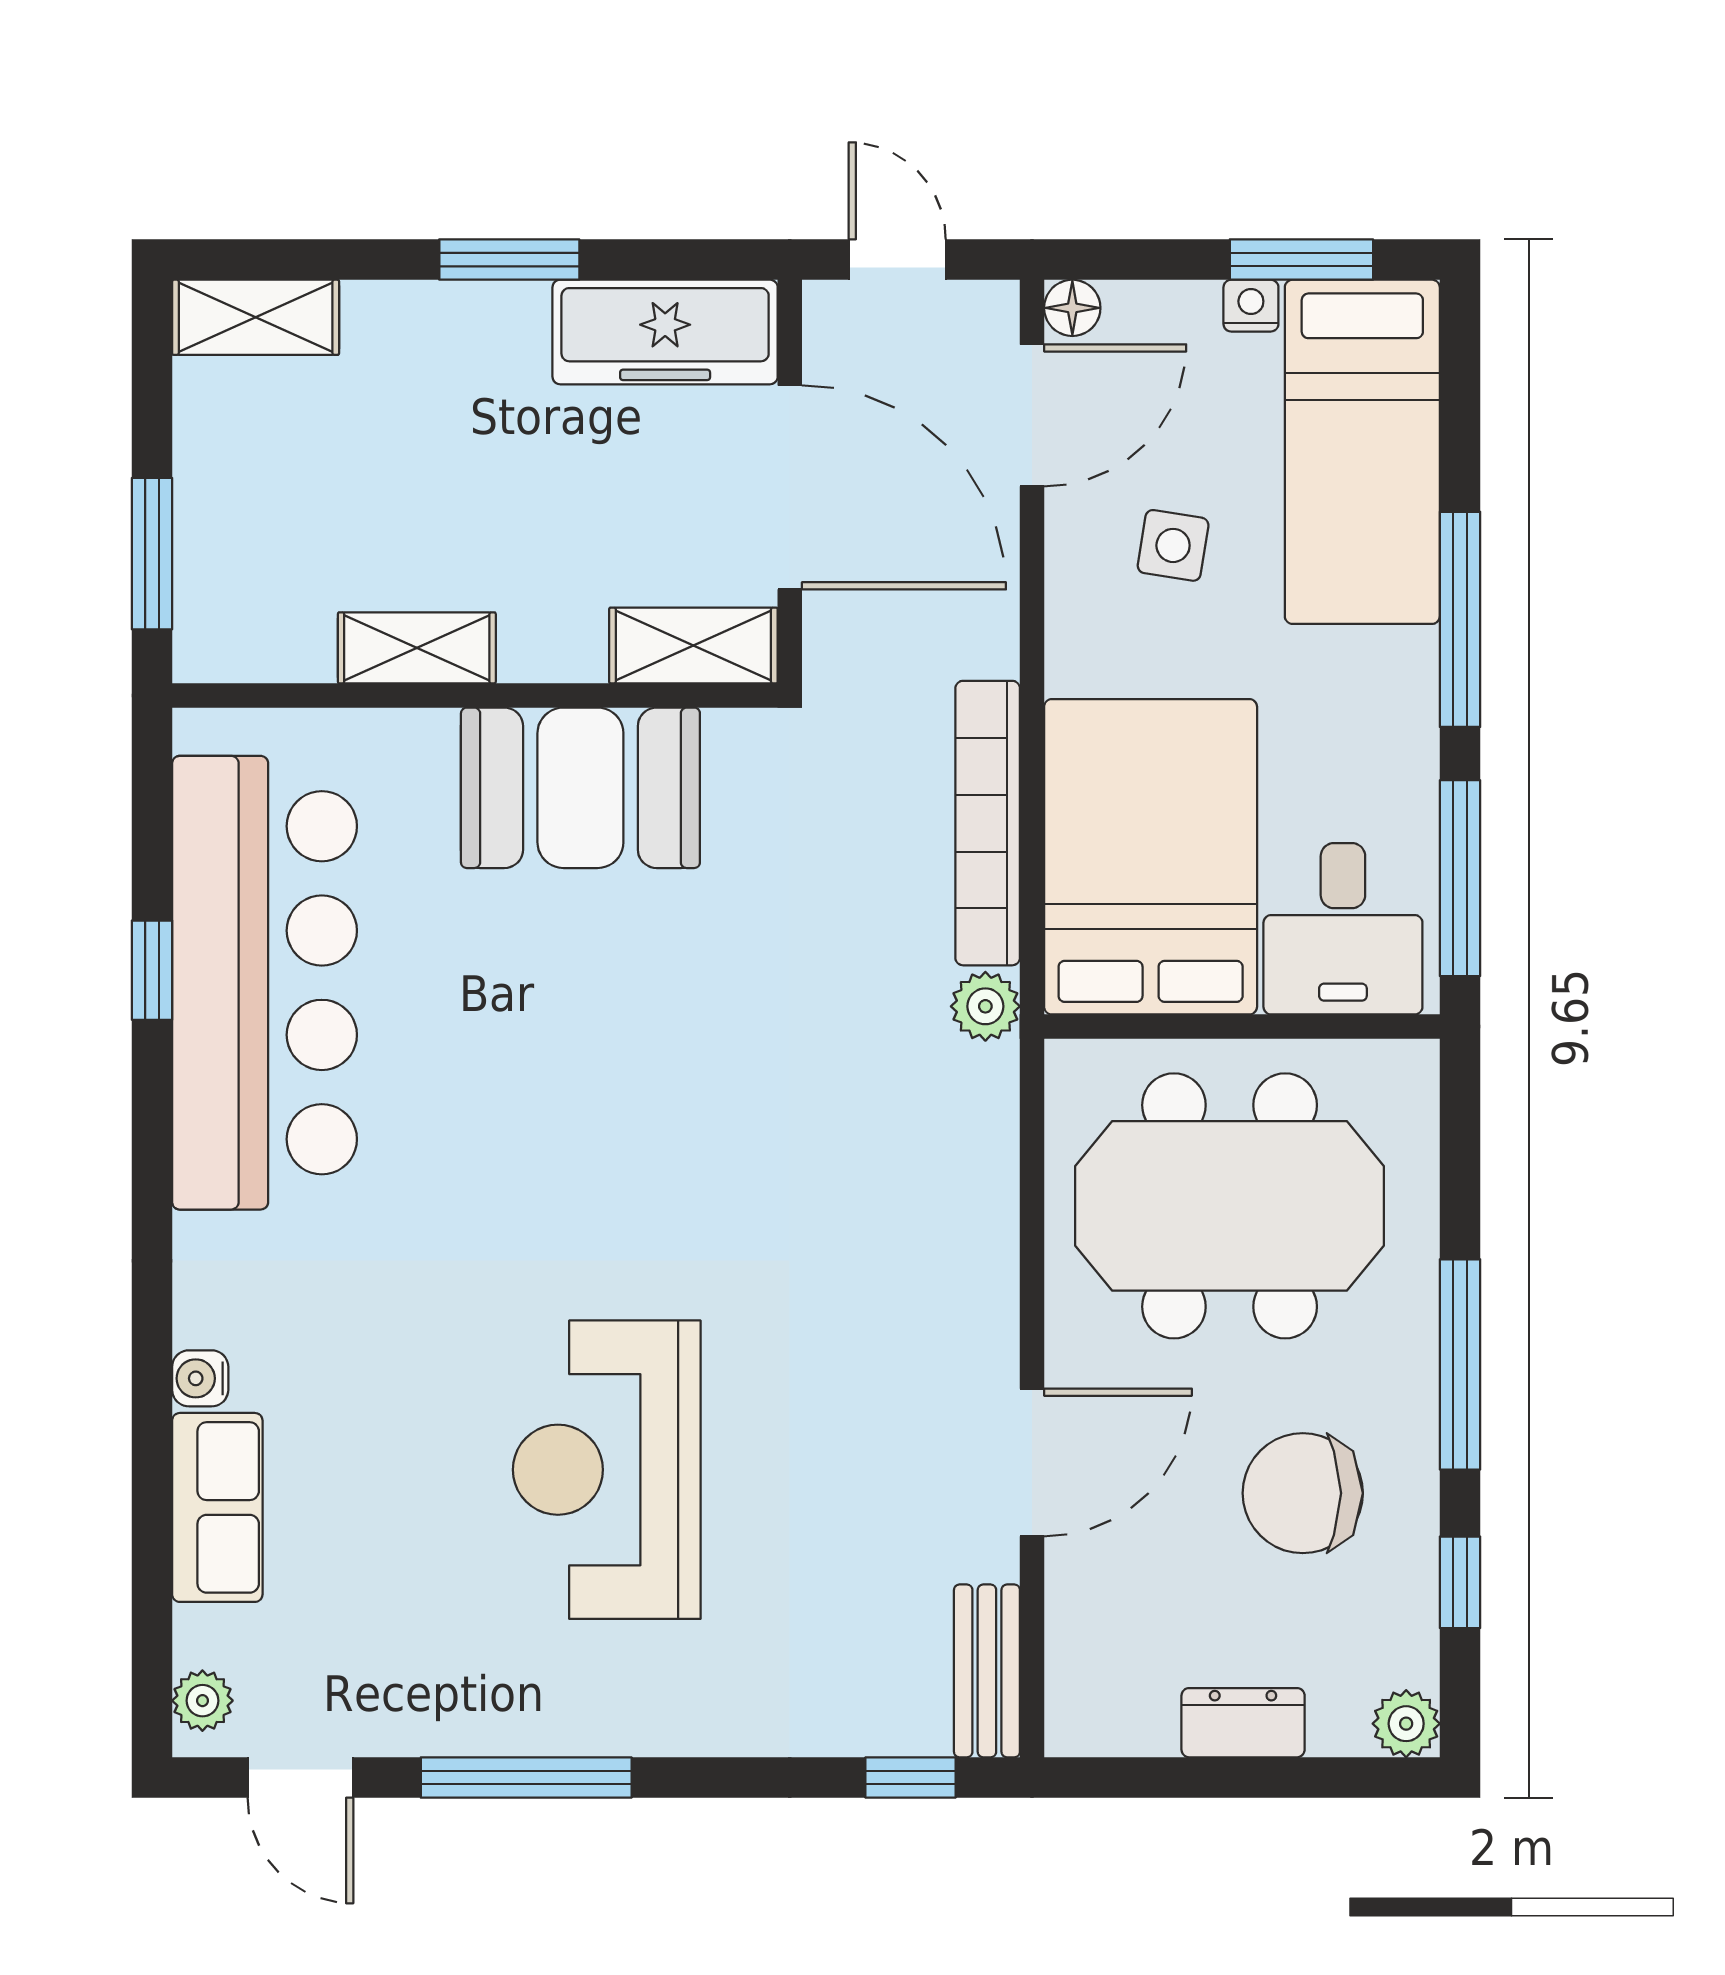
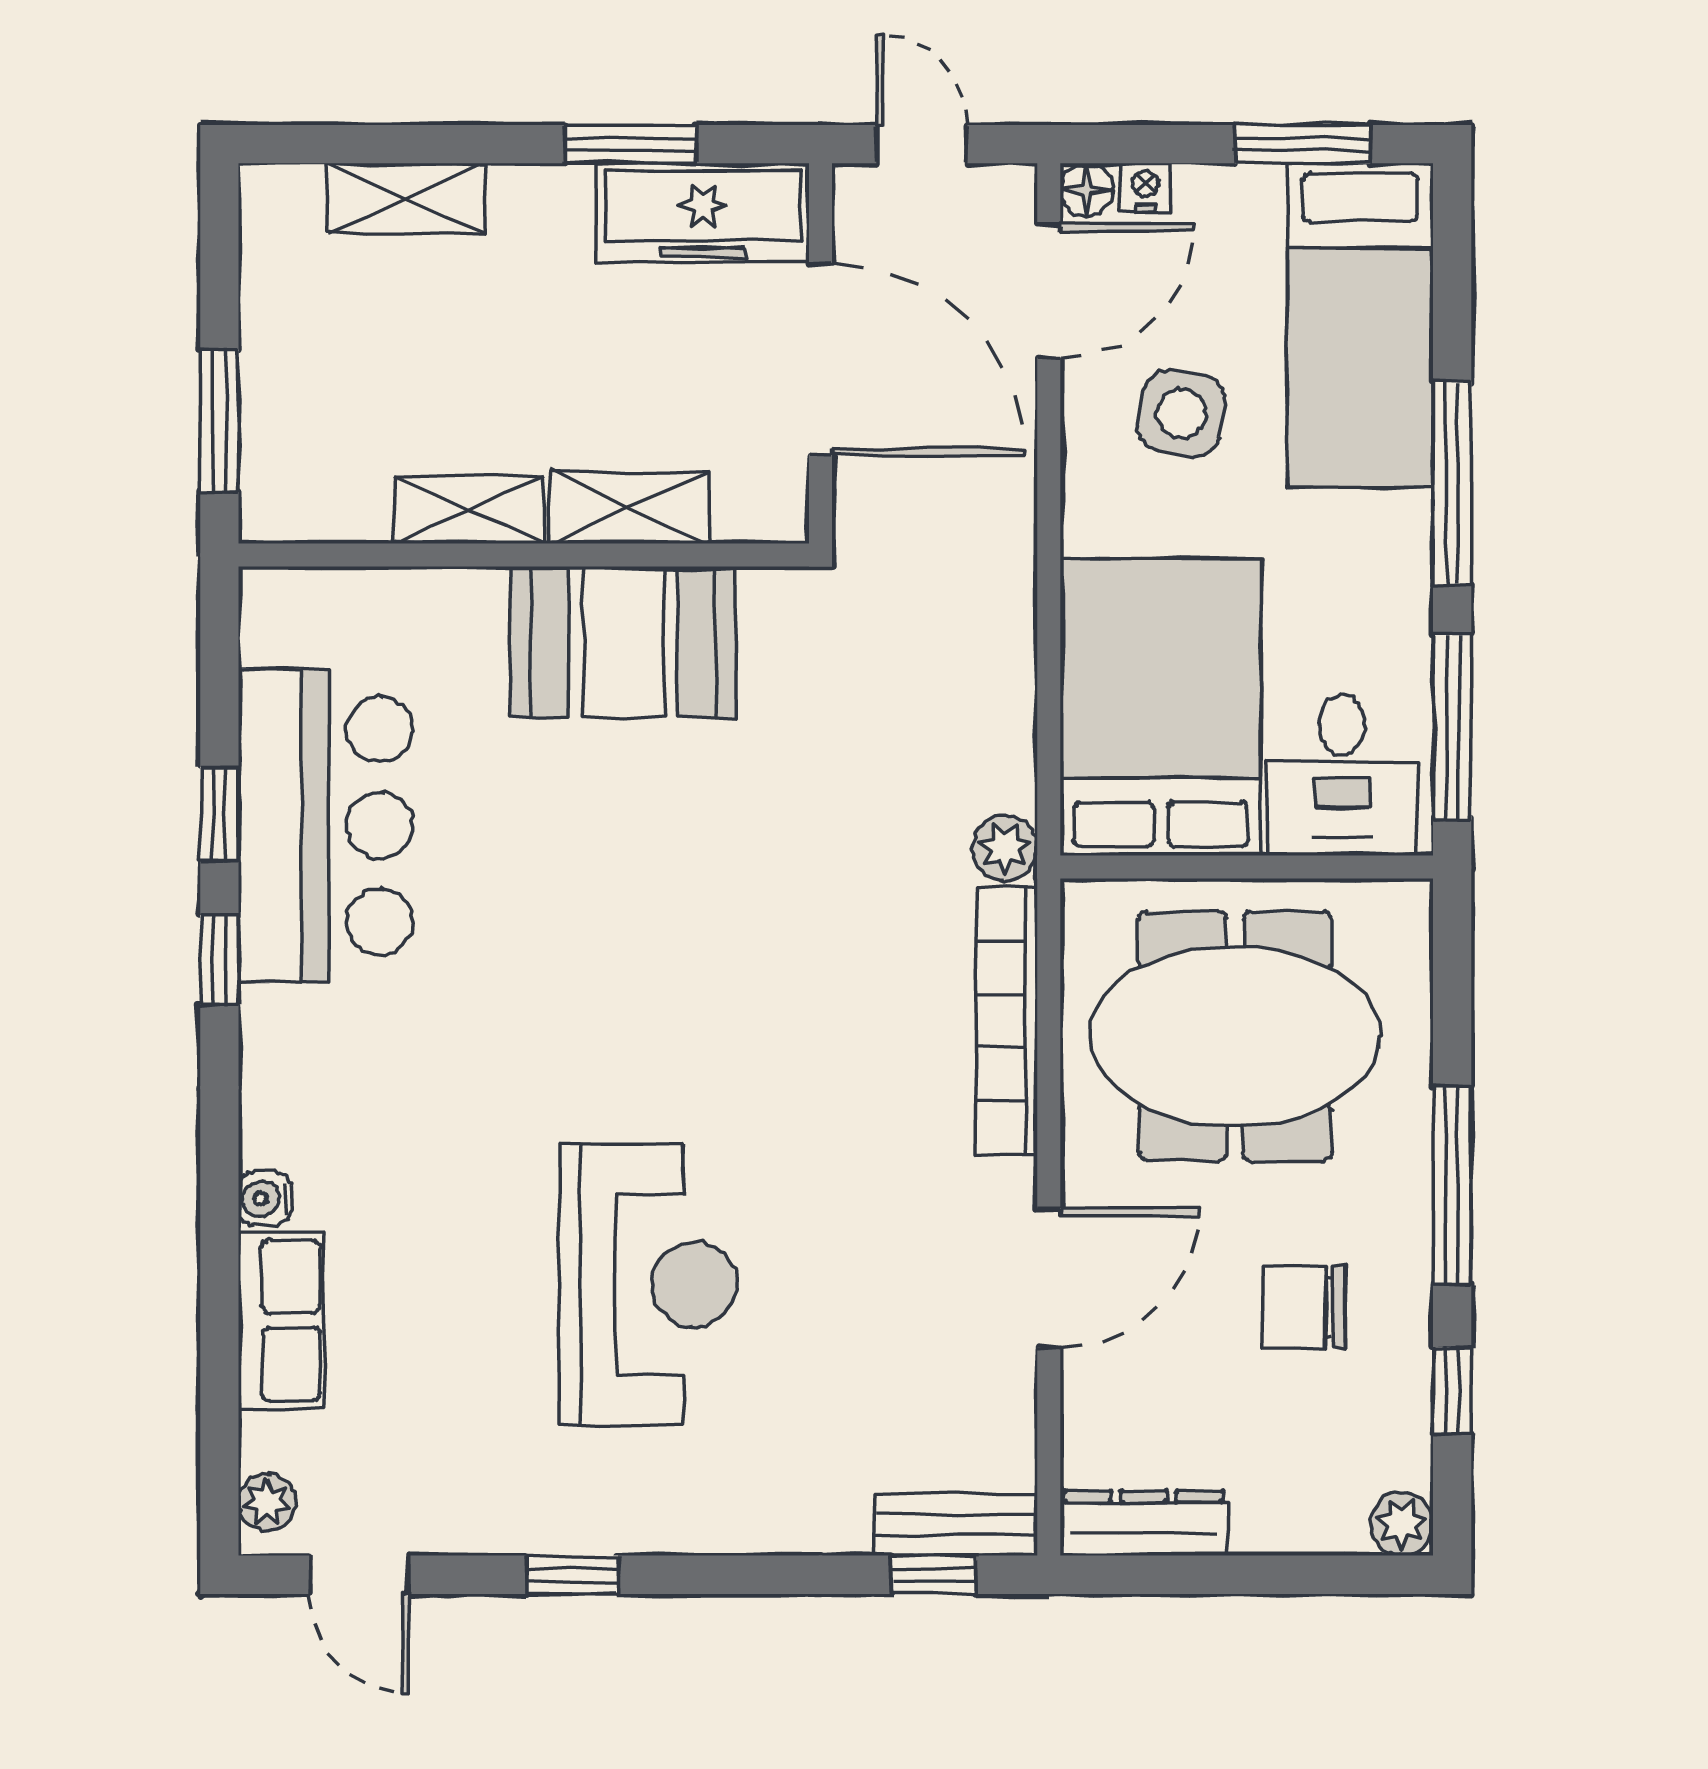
window: (509, 260) -> (630, 144), moved
nightstand: (1251, 306) -> (1145, 188), moved
shelving: (256, 317) -> (406, 198), moved
side table: (1173, 545) -> (1182, 414), width x1.37, depth x1.37
shelving: (693, 645) -> (629, 508), moved
bookcase: (988, 823) -> (1007, 1021), moved
bar counter: (265, 983) -> (325, 826), width x0.73
window: (152, 1125) -> (219, 960), added
reception desk: (607, 1470) -> (648, 1285), turned 180
chair: (1303, 1493) -> (1304, 1307), width x0.73, depth x0.73
bench: (987, 1671) -> (956, 1525), moved, turned 90
dresser: (1243, 1723) -> (1144, 1523), moved, width x1.44
window: (526, 1777) -> (572, 1575), width x0.46

